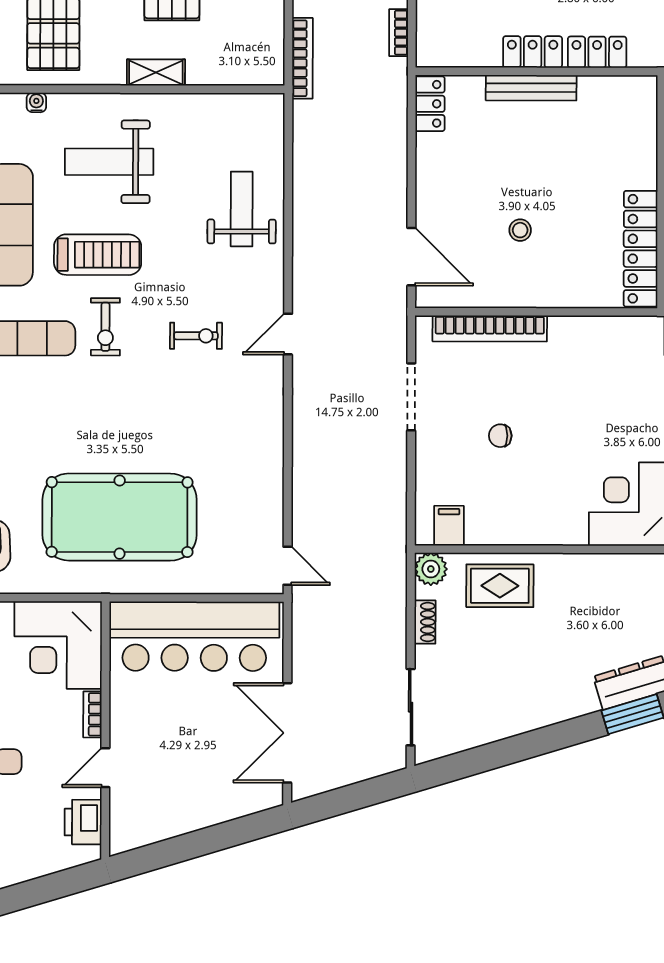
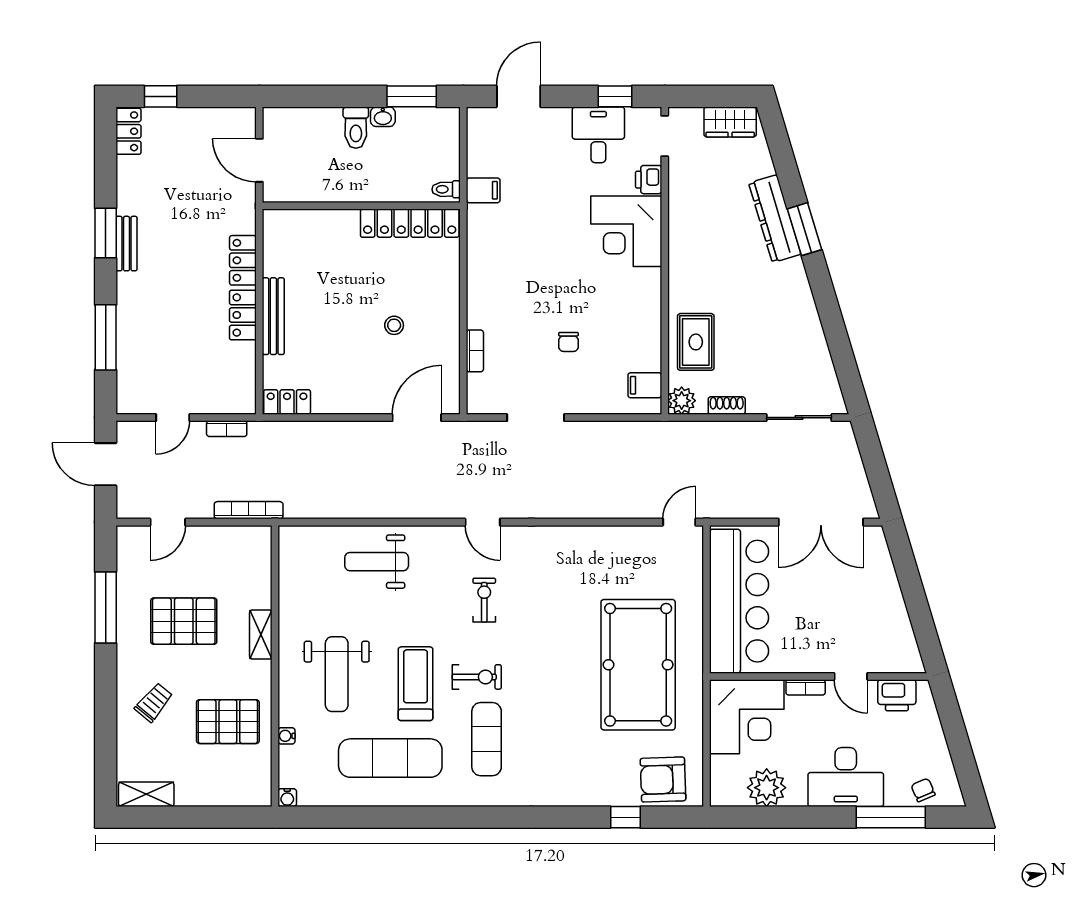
bookcase: (490, 328) -> (475, 351), width x0.43, depth x0.76

